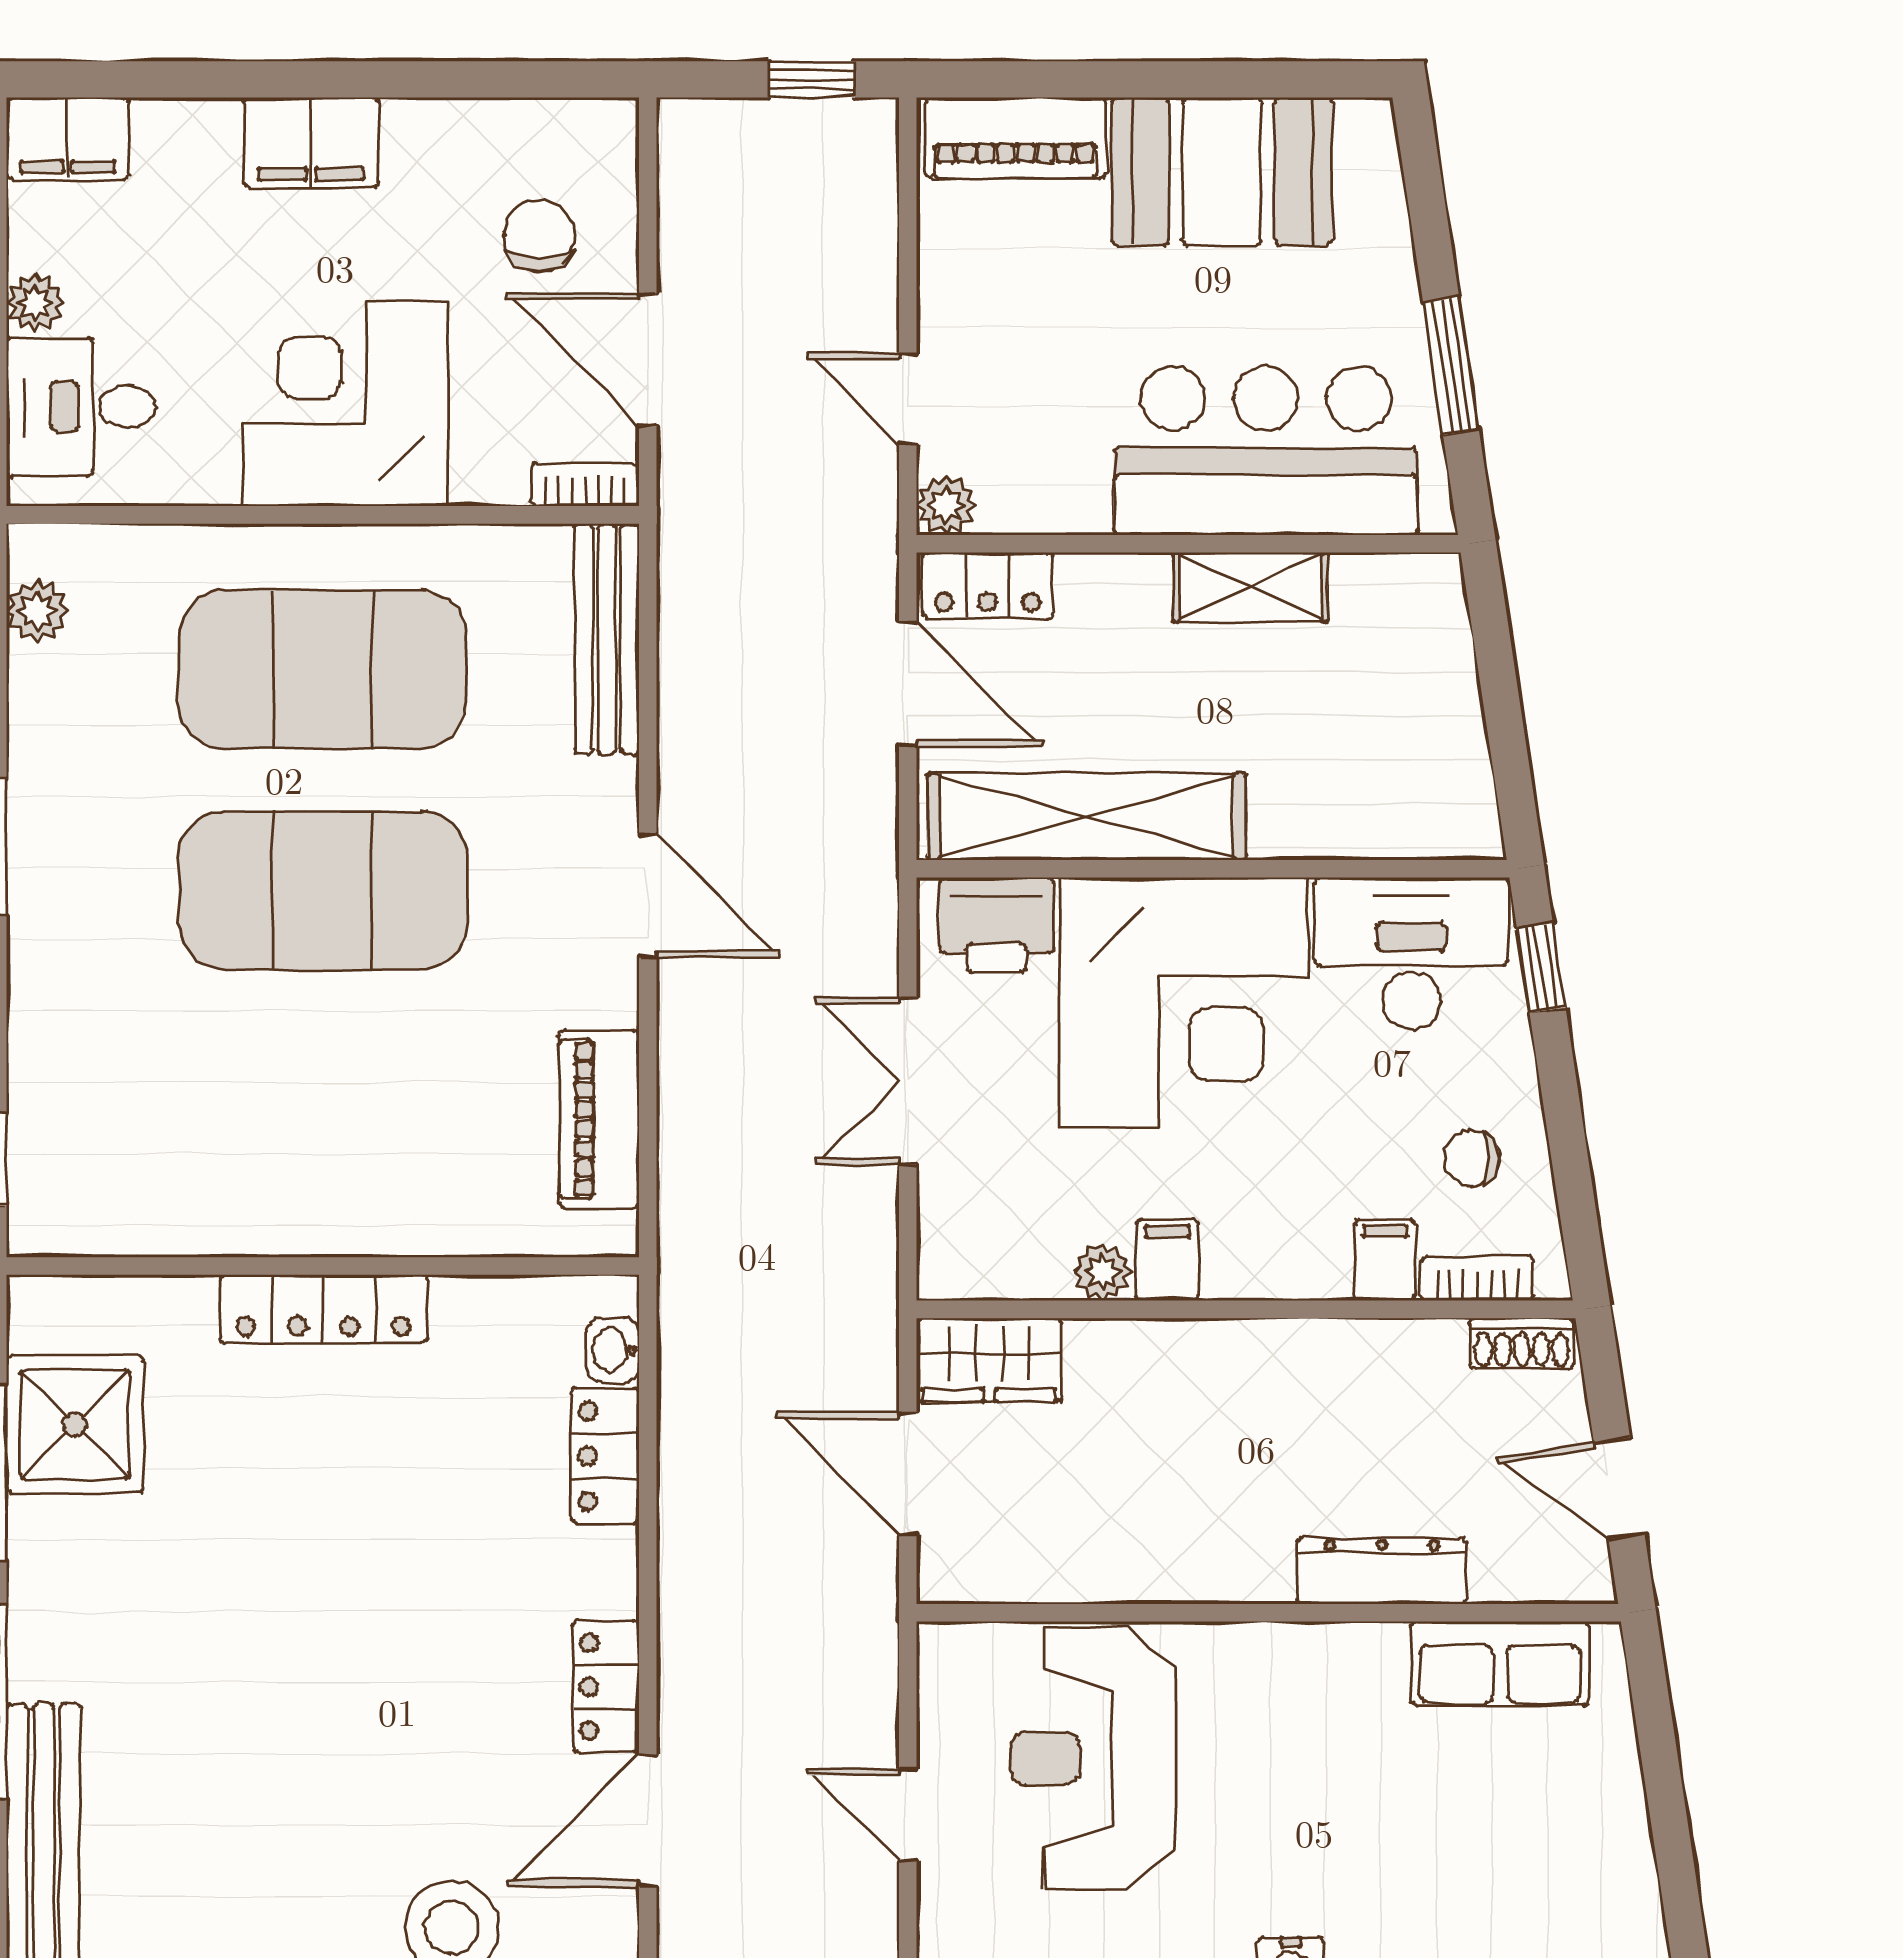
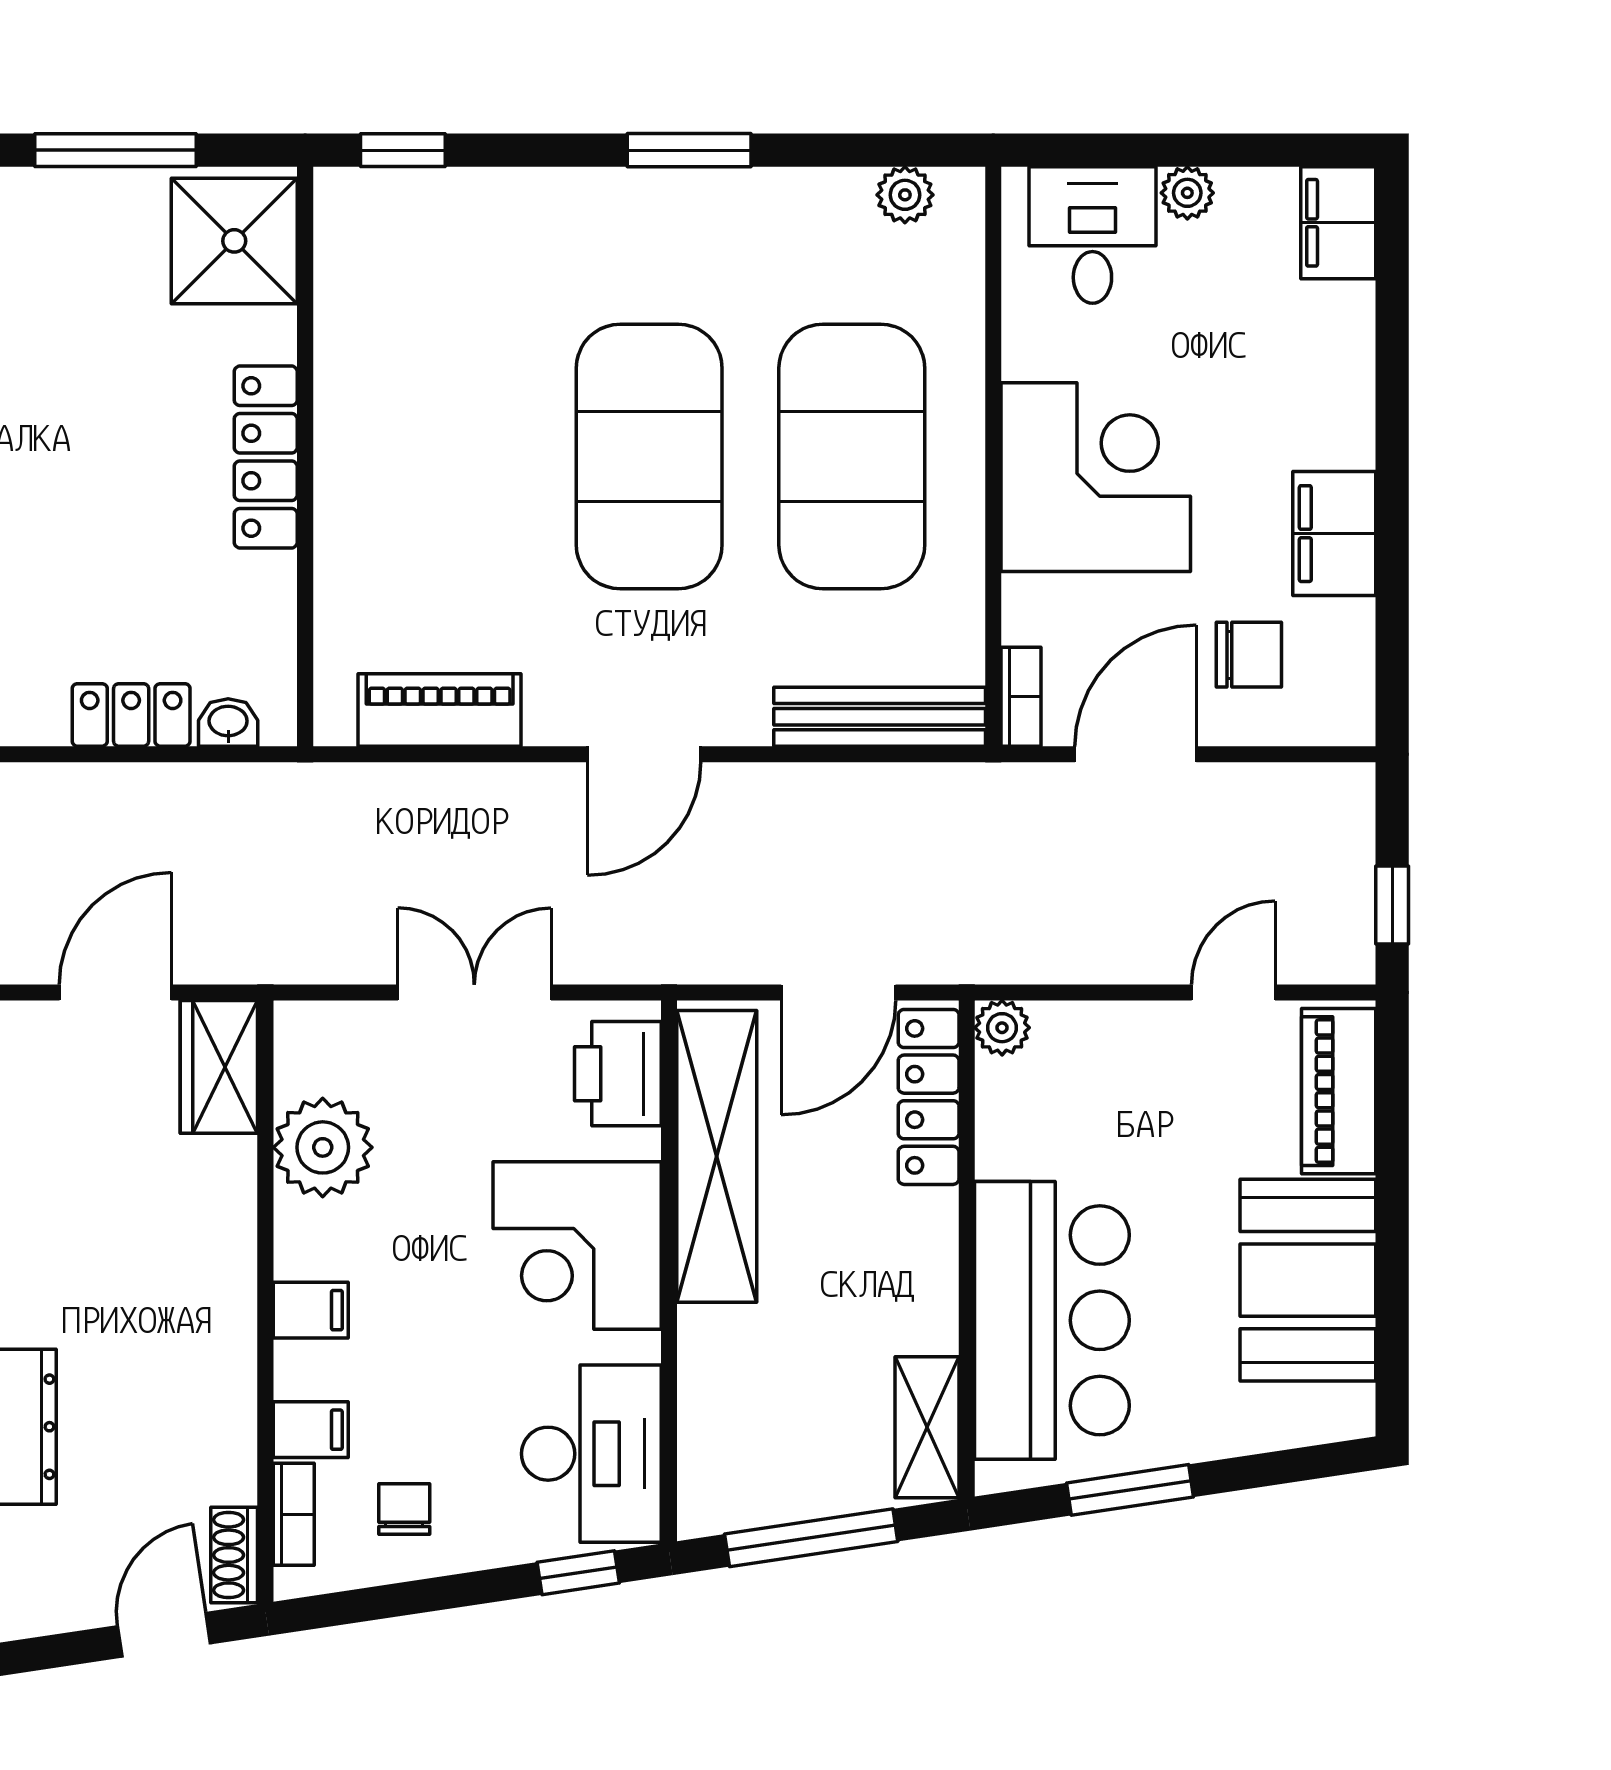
filing cabinet: (311, 143) -> (1334, 534), moved
door: (908, 399) -> (1233, 992), moved
locker: (988, 585) -> (929, 1097), width x1.53
shelving: (1250, 587) -> (927, 1427), moved
window: (1503, 714) -> (811, 1538), added
corner desk: (1184, 1002) -> (577, 1245), width x0.74, depth x0.74
filing cabinet: (1167, 1260) -> (311, 1310), moved
plant: (1102, 1272) -> (323, 1147), width x1.88, depth x1.88
shower: (75, 1424) -> (234, 241), moved
door: (1619, 1488) -> (164, 1635), moved

